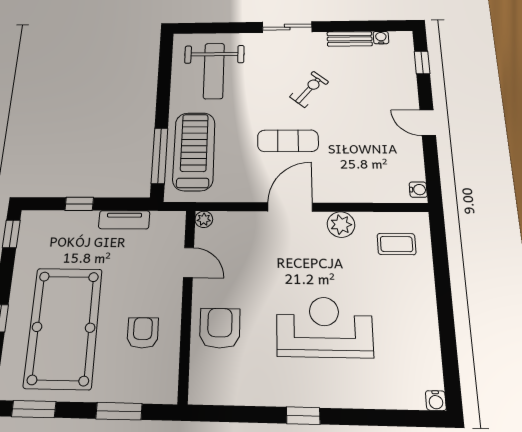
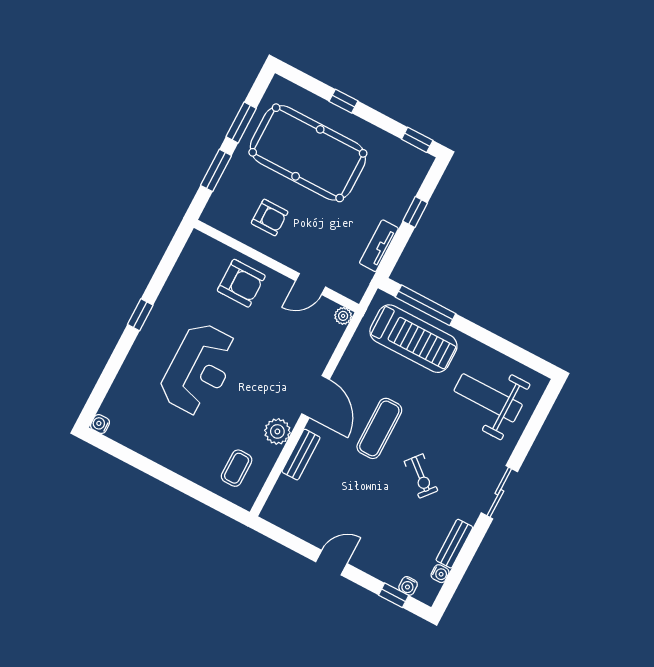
water cooler: (418, 190) -> (408, 586), moved
bench: (350, 194) -> (301, 455), added
window: (34, 409) -> (241, 122), moved

